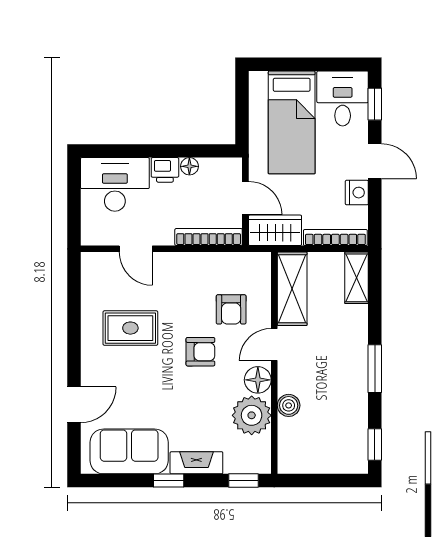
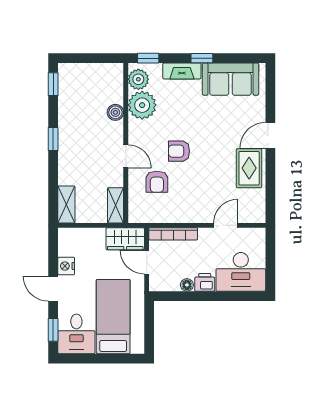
bookcase: (335, 237) -> (82, 234), removed
door: (136, 249) -> (226, 225), hinge flipped
shelving: (292, 289) -> (116, 205), width x0.67, depth x0.75
armchair: (231, 309) -> (157, 182), turned 180
rug: (130, 328) -> (249, 168), moved, turned 90
door: (274, 345) -> (126, 156), hinge flipped
window: (375, 369) -> (53, 139), width x0.67
floor lamp: (258, 380) -> (138, 131), removed
door: (74, 405) -> (270, 135), moved
plant: (257, 451) -> (138, 79), added

